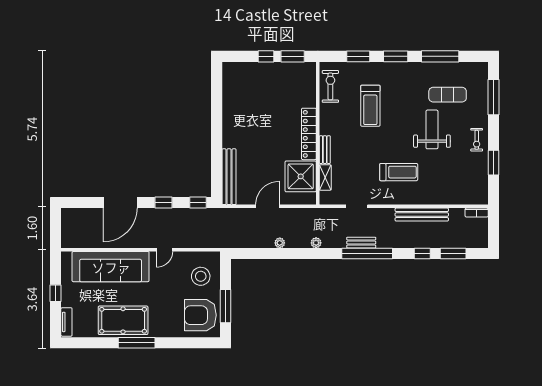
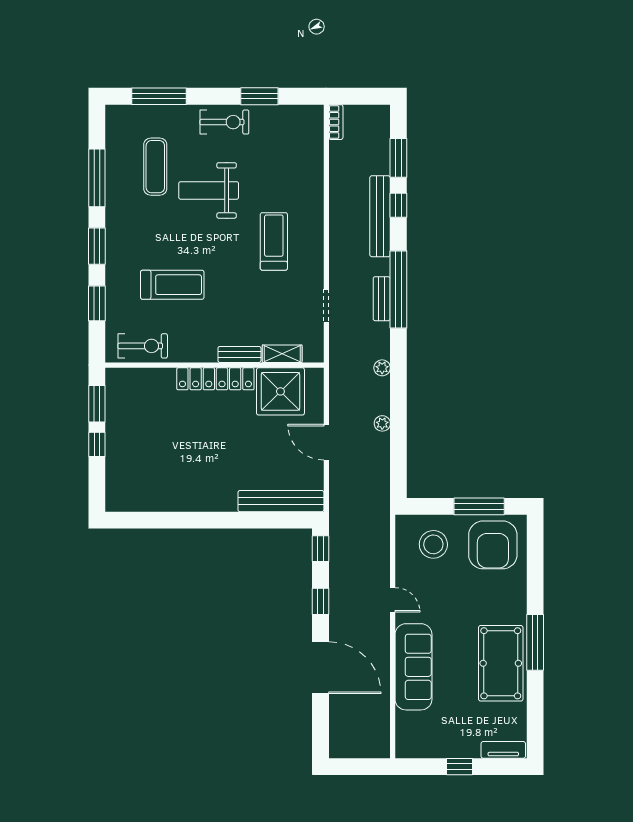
exercise bike: (330, 86) -> (143, 346), turned 180
exercise bike: (477, 140) -> (224, 122), width x1.38, depth x1.39
bench: (422, 215) -> (380, 216), moved
sofa: (111, 267) -> (413, 667), width x0.74, depth x0.79

